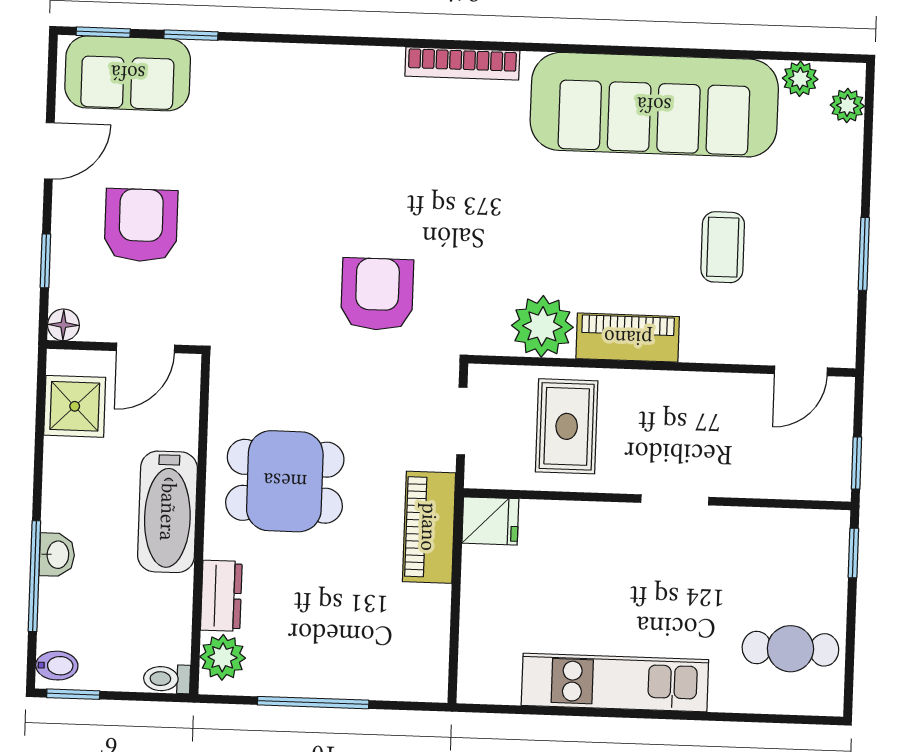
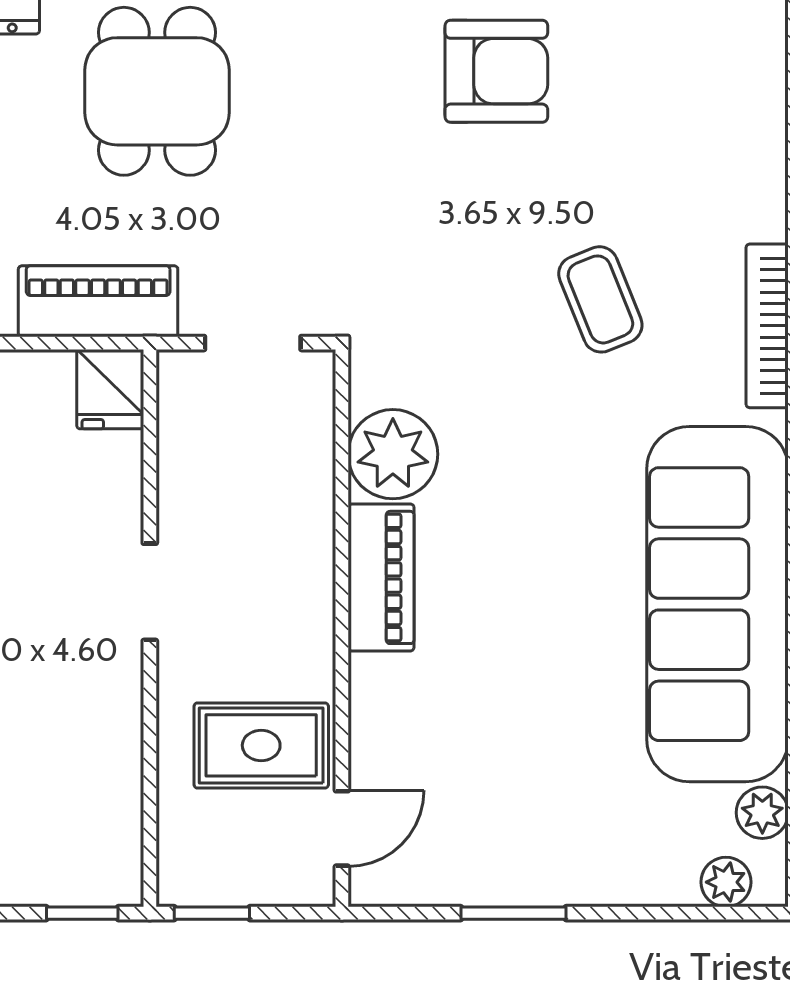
coffee table: (723, 247) -> (600, 299), moved, turned 68
armchair: (377, 294) -> (496, 71), moved
door: (801, 371) -> (342, 828), swing flipped
rug: (567, 426) -> (261, 745), moved
doorway: (675, 500) -> (150, 592), moved

